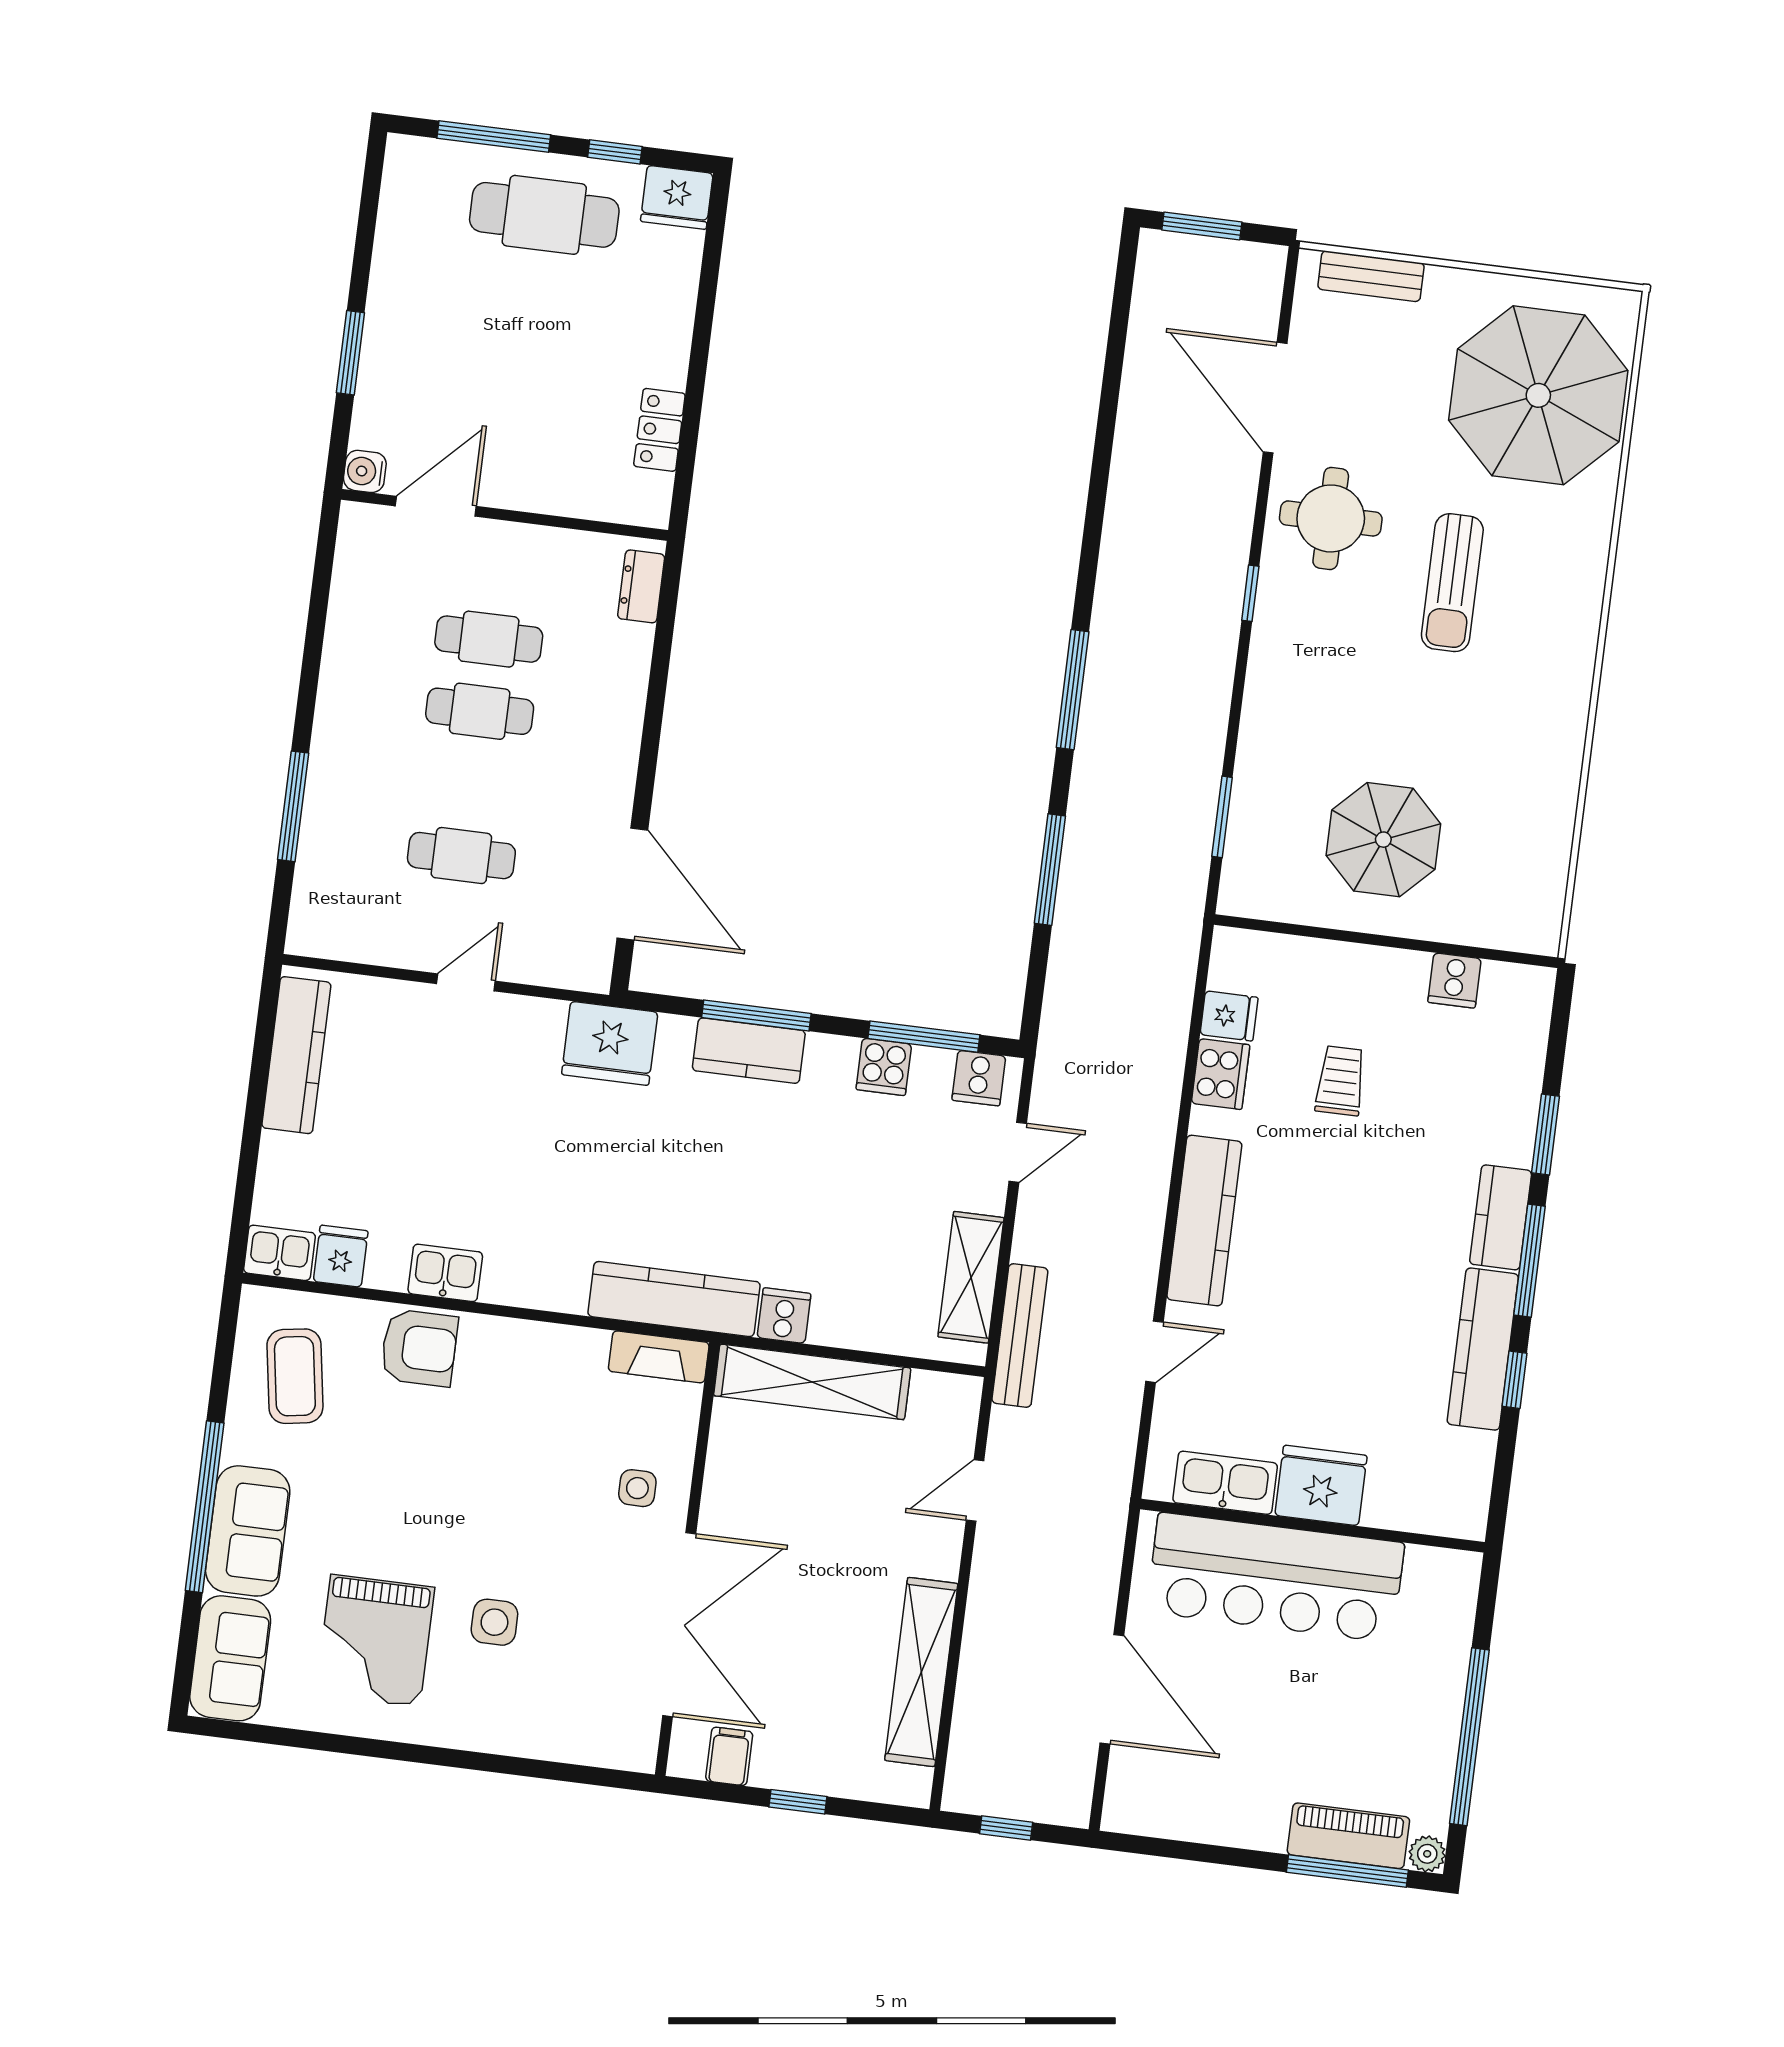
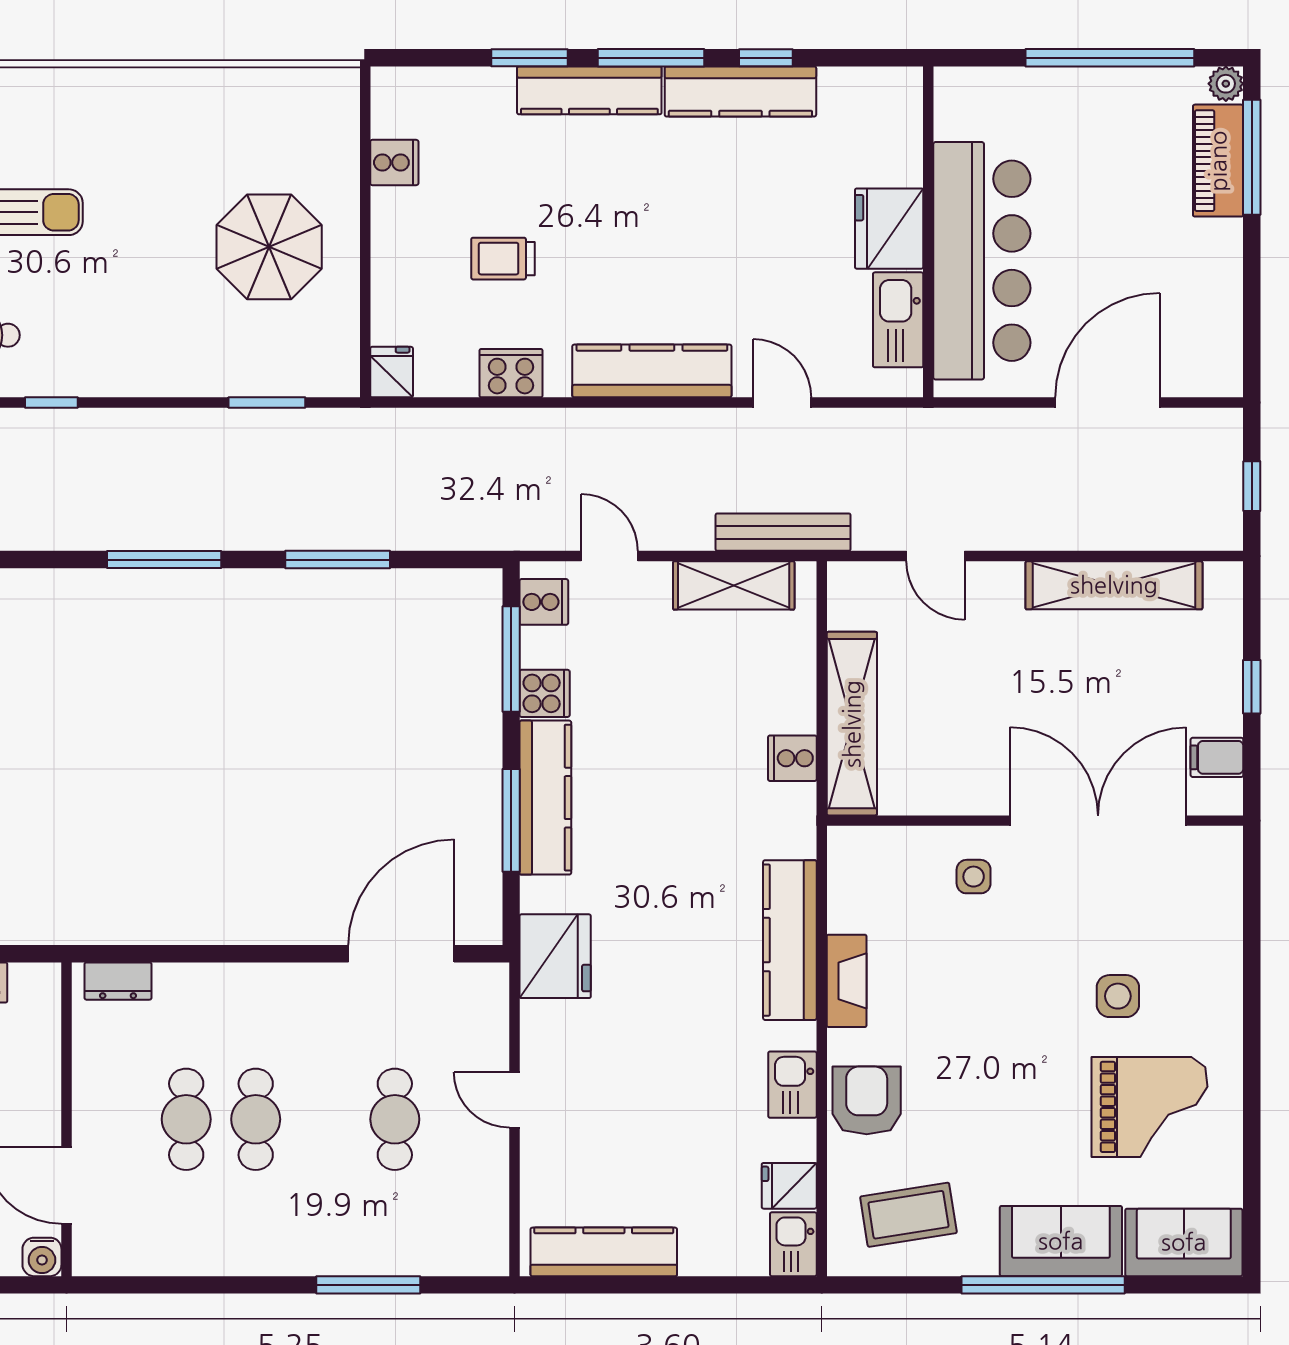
fridge: (1229, 1016) -> (392, 372), moved
kitchen counter: (749, 1051) -> (545, 798), width x1.50
kitchen counter: (1501, 1217) -> (589, 90), width x1.50
kitchen counter: (674, 1299) -> (790, 940), moved
fireplace: (659, 1357) -> (847, 981), moved

